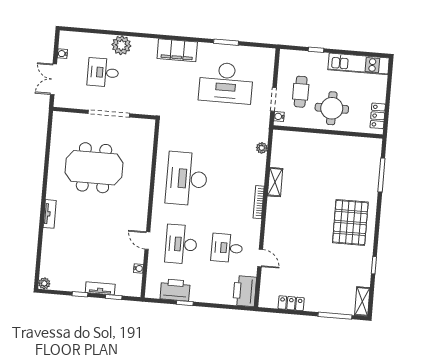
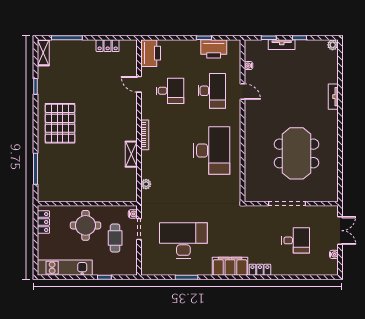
locker: (145, 44) -> (260, 270), added
plant: (121, 45) -> (281, 266), removed
meeting table: (94, 168) -> (296, 153), turned 90
tv unit: (50, 214) -> (333, 97), moved

